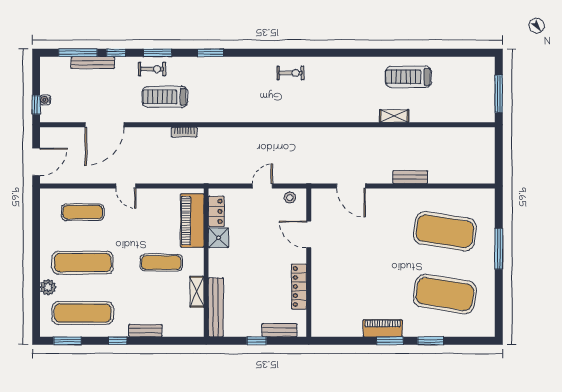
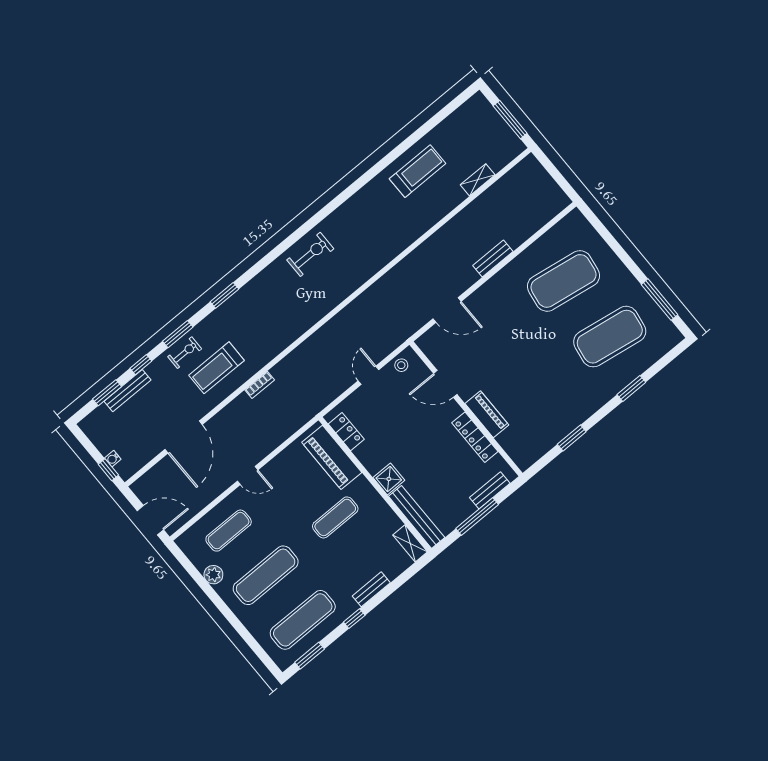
window: (78, 53) -> (107, 393), width x0.69
exercise bike: (290, 73) -> (310, 254), width x1.38, depth x1.39
treadmill: (408, 77) -> (418, 171), turned 180
shelving: (394, 116) -> (478, 180), moved
door: (36, 162) -> (150, 520), hinge flipped
shower: (218, 238) -> (389, 479), moved
window: (499, 249) -> (660, 300), moved
plant: (48, 287) -> (213, 575), moved
shelving: (197, 292) -> (410, 543), moved
piano: (383, 328) -> (487, 414), moved, turned 90
window: (257, 341) -> (477, 517), width x2.17
window: (390, 341) -> (572, 438), moved

